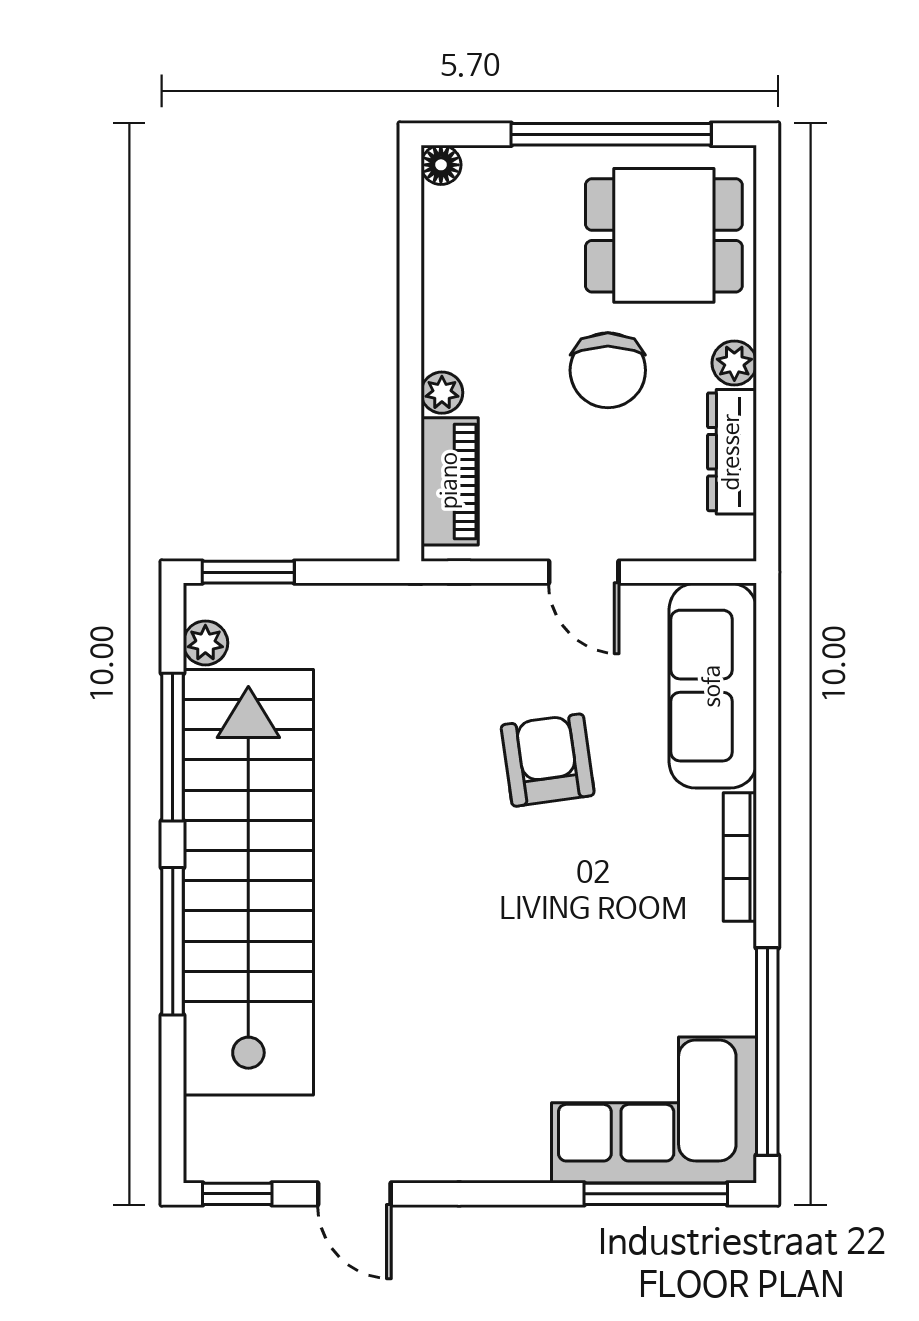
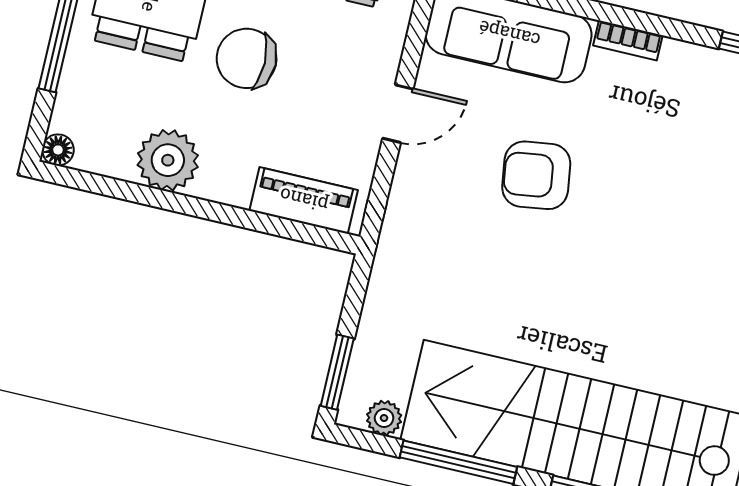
chair: (608, 370) -> (247, 58), turned 180
plant: (442, 393) -> (168, 160), moved, width x1.87, depth x1.87
bookcase: (740, 857) -> (628, 40), width x0.64

